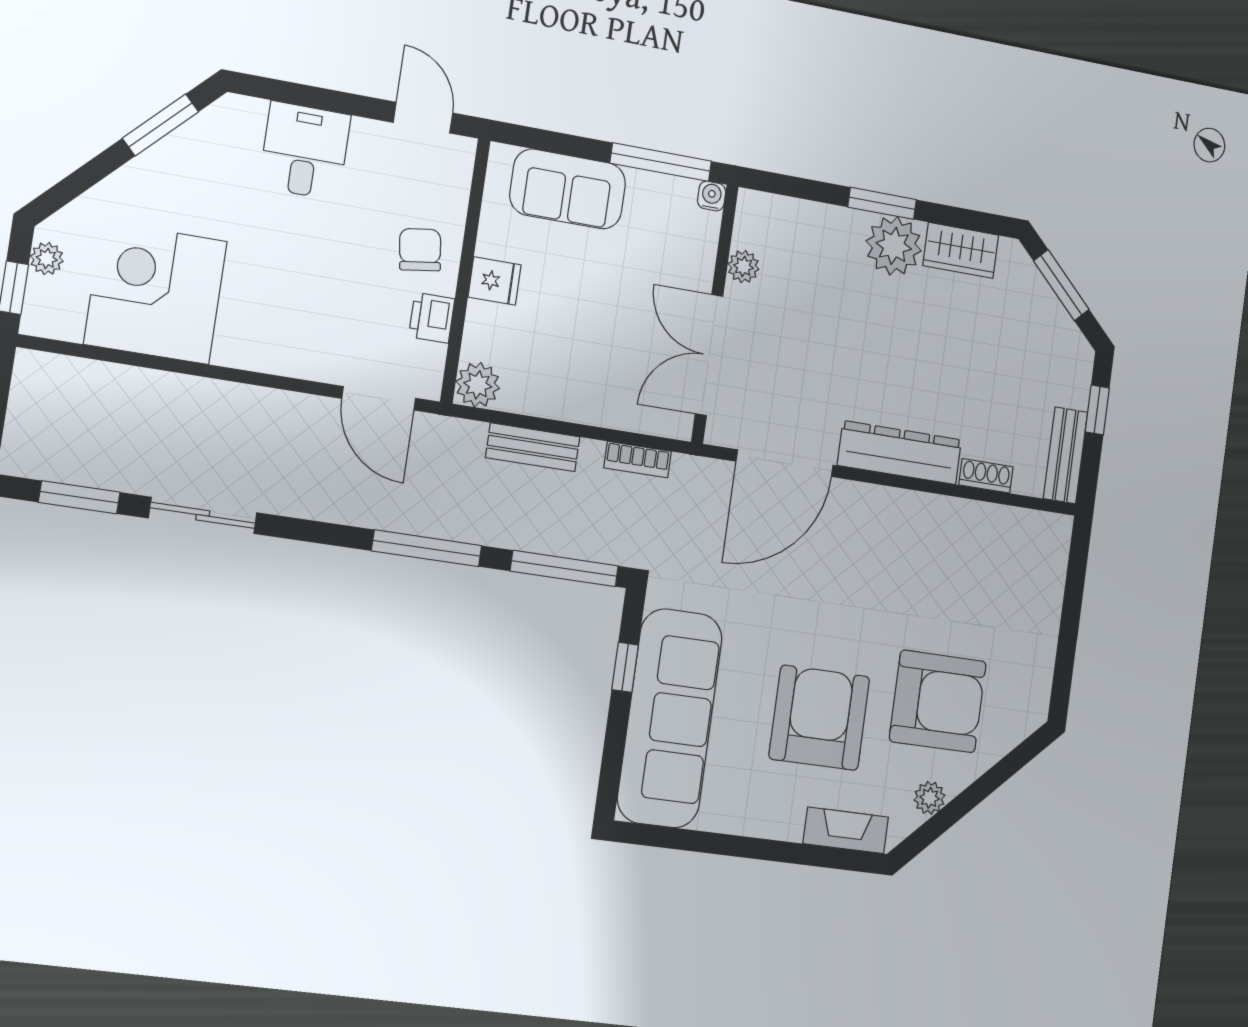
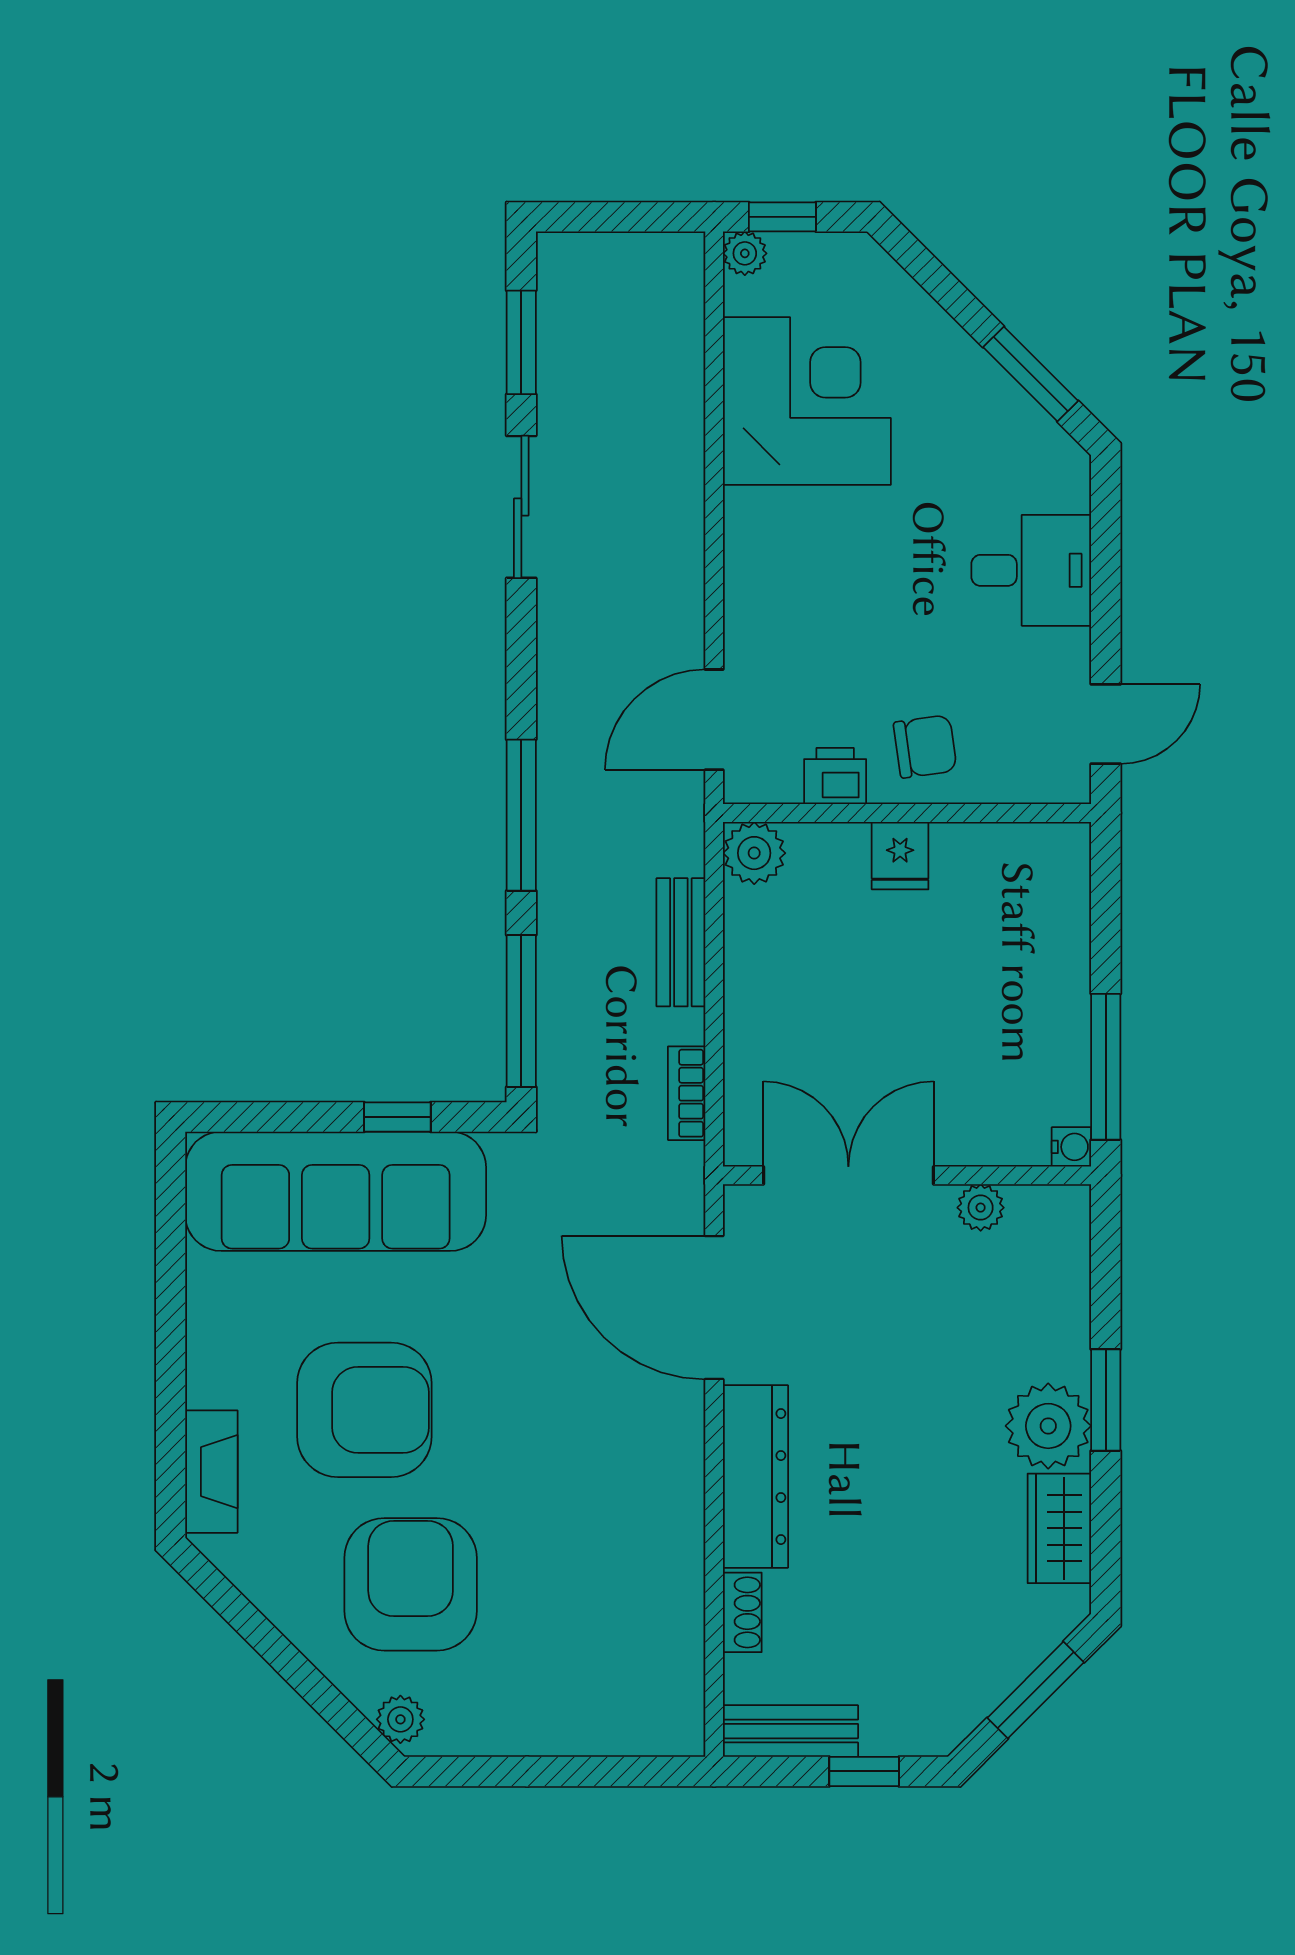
sofa: (568, 189) -> (1044, 940), removed
plant: (47, 259) -> (745, 253), moved
armchair: (938, 701) -> (411, 1584), turned 180
plant: (930, 798) -> (400, 1719), moved

